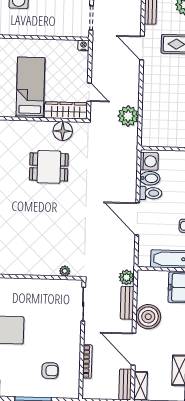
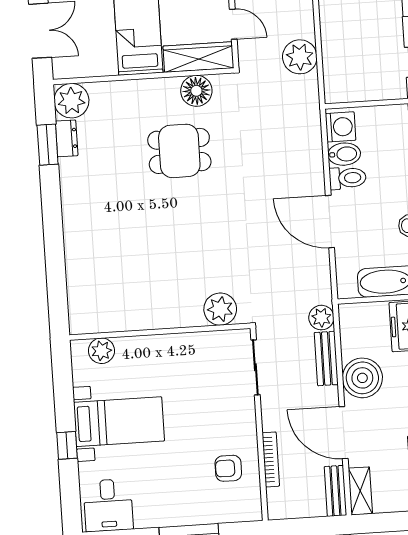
plant: (65, 271) -> (220, 309), width x1.88, depth x1.88
armchair: (50, 371) -> (228, 468), moved, turned 180

